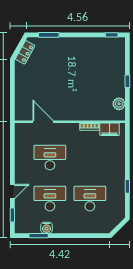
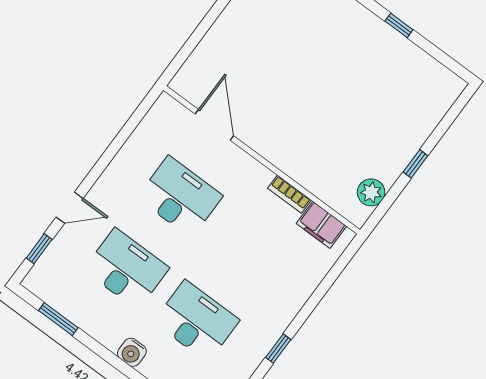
window: (112, 35) -> (399, 25), moved
water cooler: (47, 228) -> (132, 352), moved

